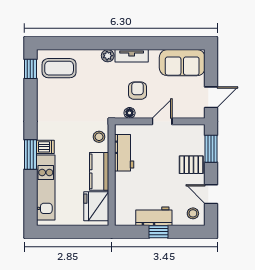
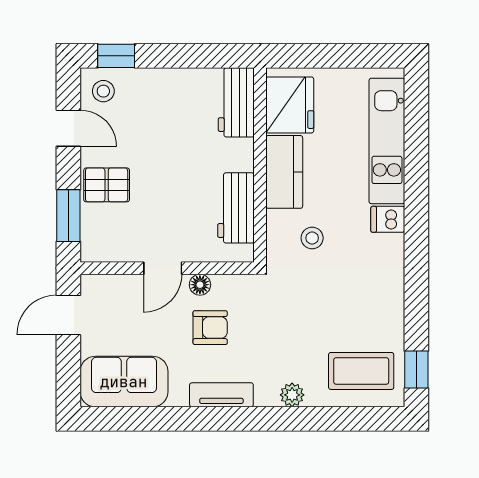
plant: (108, 56) -> (292, 395), moved
armchair: (137, 91) -> (210, 328), turned -90
floor lamp: (130, 113) -> (200, 285), moved
stool: (99, 137) -> (312, 238), moved
window: (30, 154) -> (416, 205), removed
workbench: (154, 216) -> (236, 102), moved, turned 90
window: (159, 232) -> (116, 56), moved

